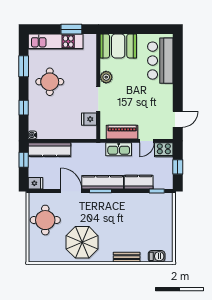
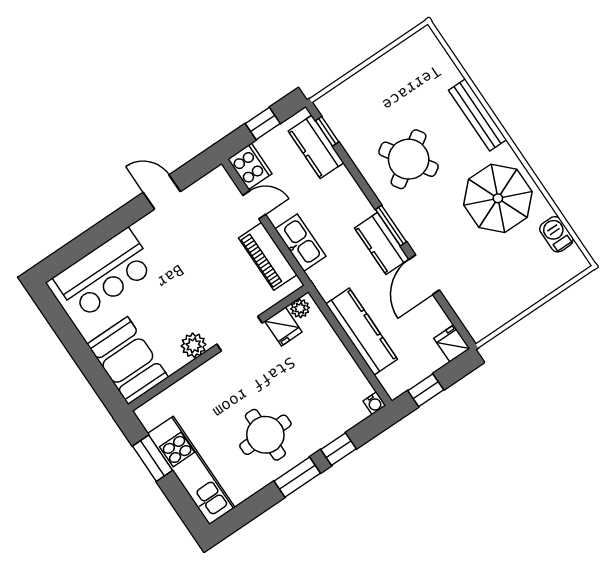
window: (24, 66) -> (297, 477), moved
door: (178, 119) -> (162, 192), moved
plant: (92, 131) -> (300, 308), added
kitchen counter: (50, 150) -> (362, 332), moved
kitchen counter: (103, 182) -> (382, 244), width x0.67
kitchen counter: (139, 182) -> (316, 147), moved
round table: (45, 220) -> (409, 159), moved, turned -33
barbecue: (157, 256) -> (556, 234), moved
bench: (127, 257) -> (478, 115), width x1.36

